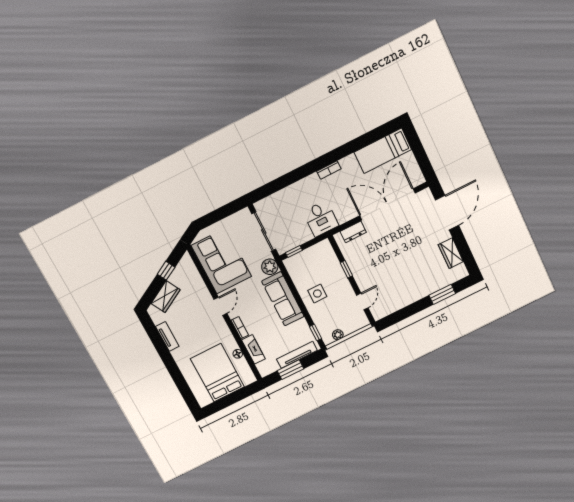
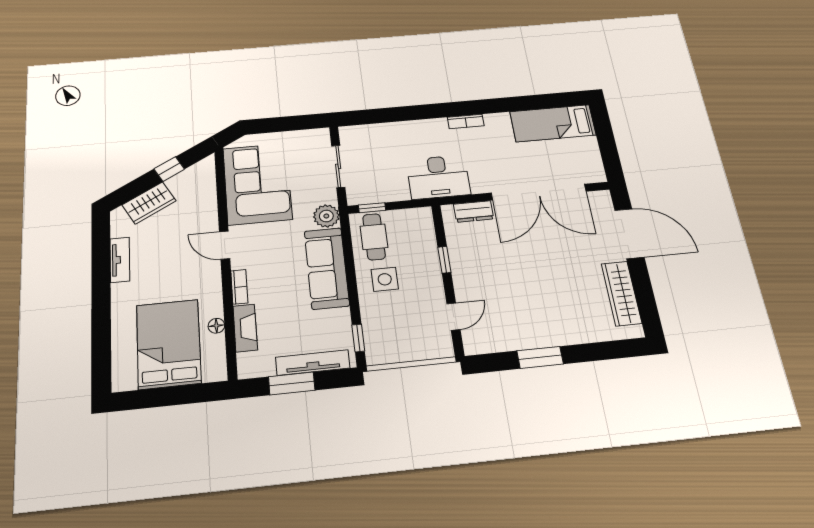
double door: (387, 204) -> (539, 192), swing flipped
door: (447, 213) -> (629, 234), hinge flipped
desk: (321, 219) -> (438, 177), width x1.37
sliding door: (264, 231) -> (338, 166), width x0.73
wardrobe: (451, 253) -> (621, 293), width x1.50
cafe table: (302, 270) -> (374, 237), added
window: (442, 294) -> (540, 357), moved
door: (220, 306) -> (225, 245), swing flipped
plant: (338, 335) -> (394, 355), removed

